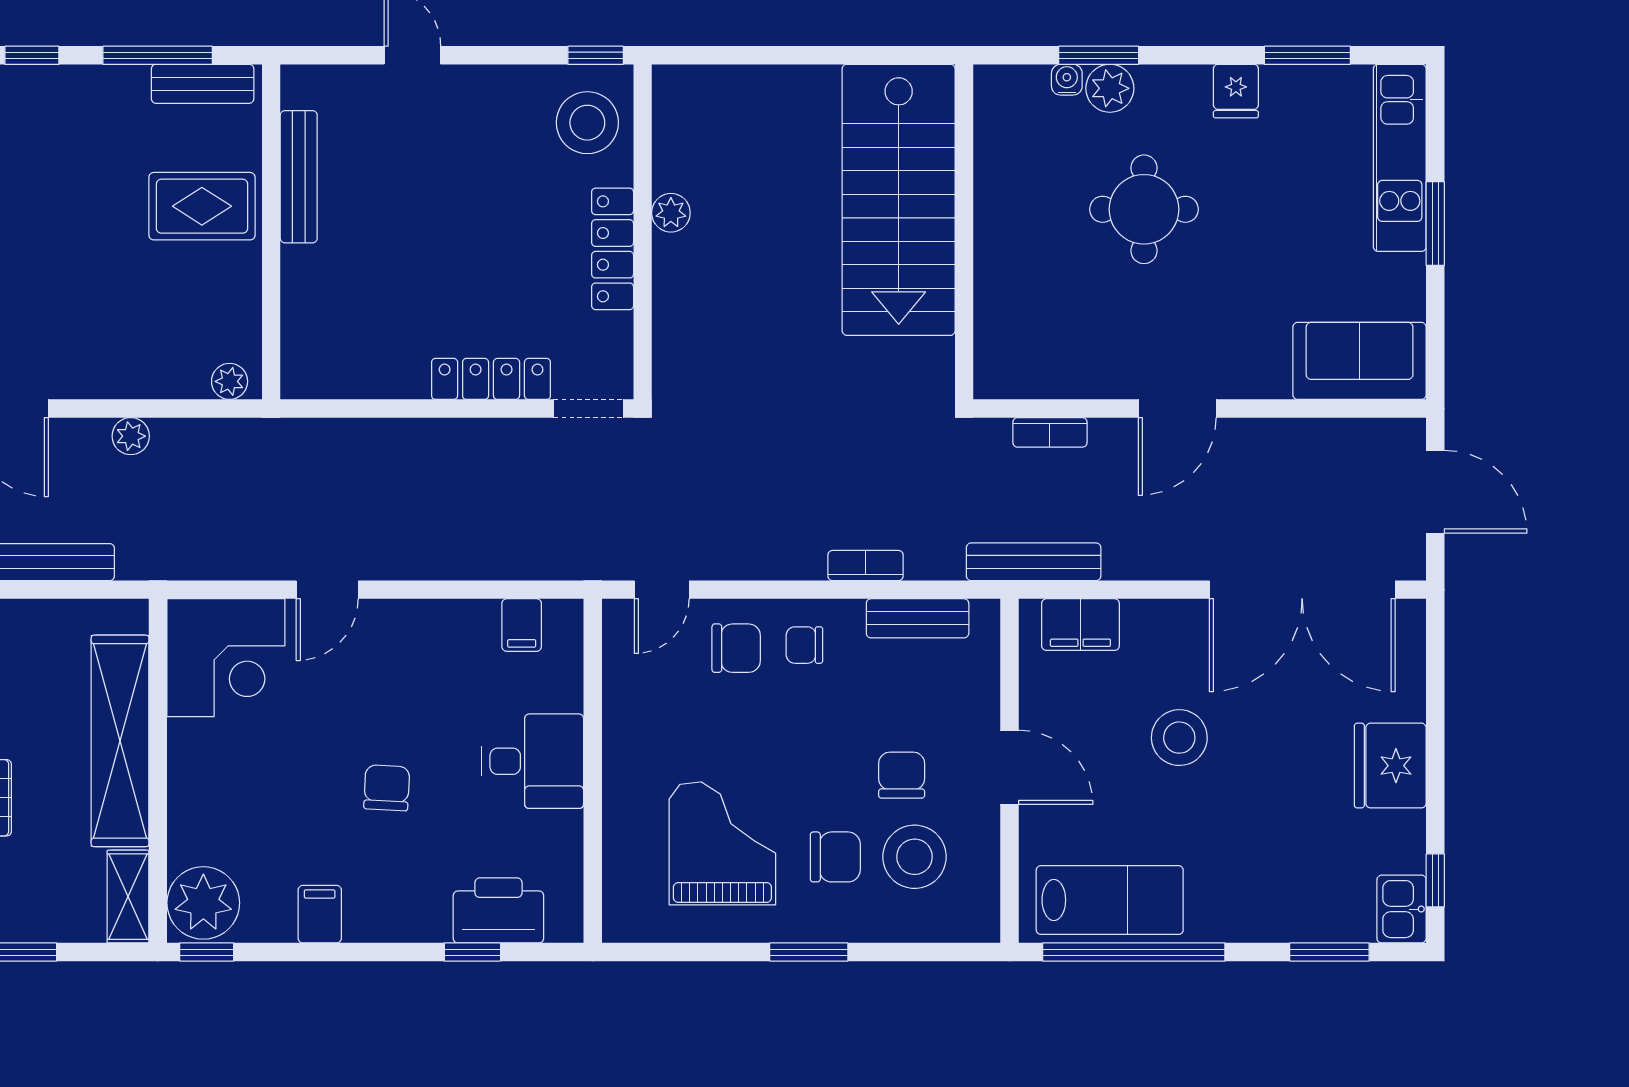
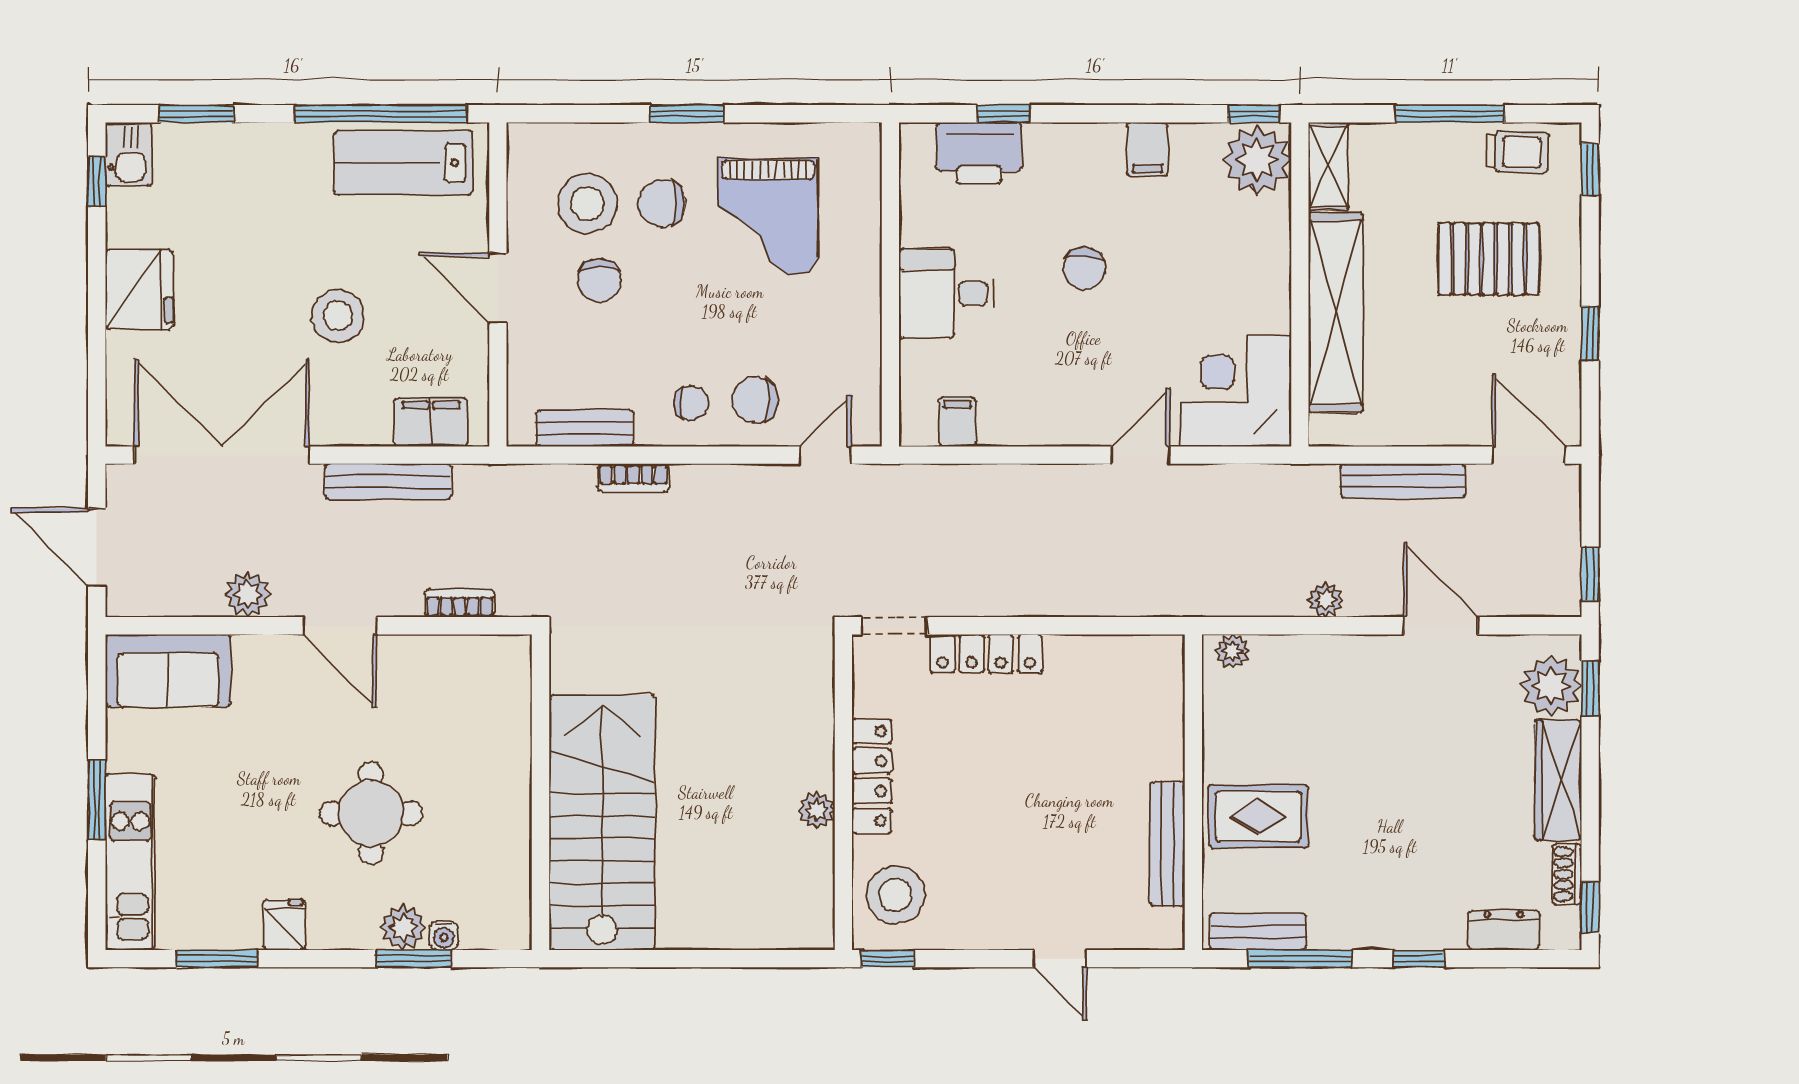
door: (1177, 408) -> (340, 626), swing flipped
plant: (1275, 442) -> (248, 594), added
bench: (1034, 562) -> (388, 481), moved

